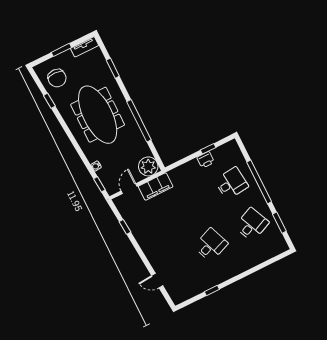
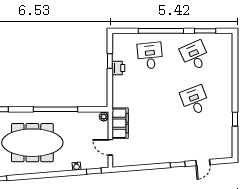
plant: (148, 166) -> (104, 117), width x0.53, depth x0.53
window: (125, 227) -> (178, 165), moved

